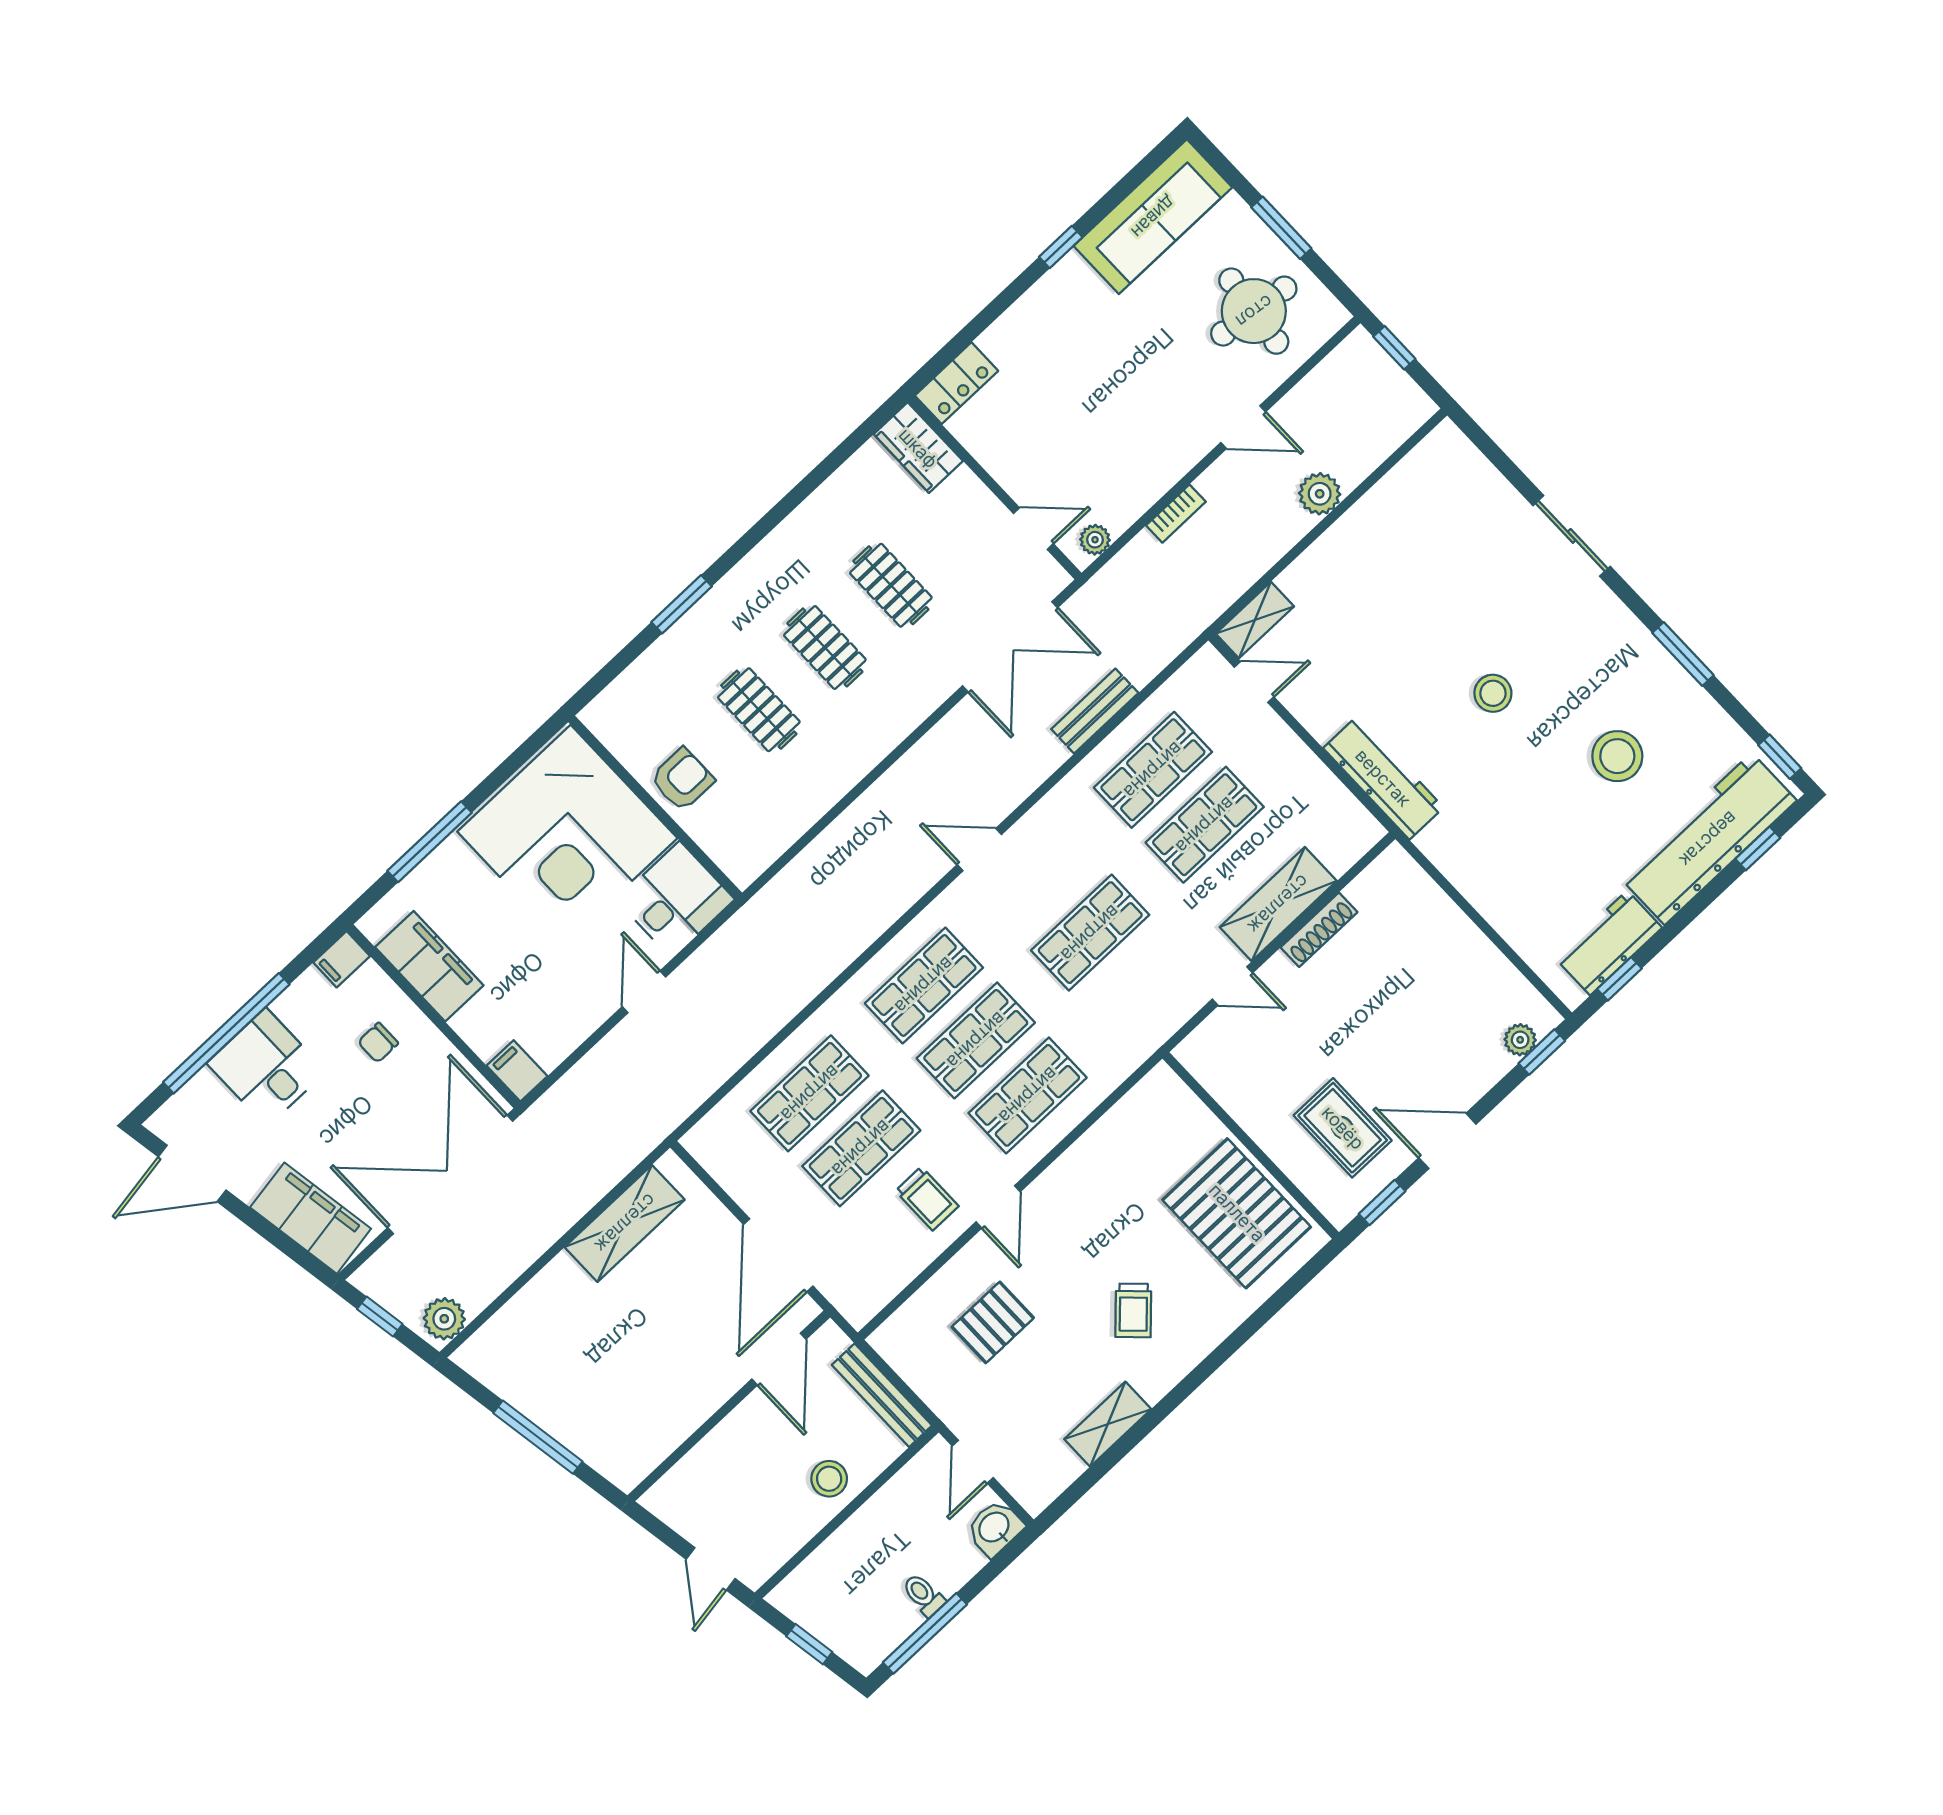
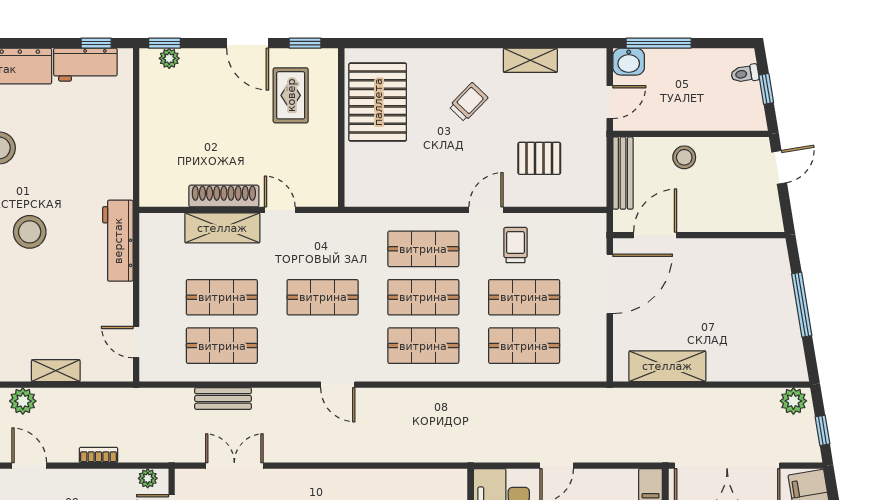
shelving: (1255, 620) -> (56, 371), moved
double door: (1010, 647) -> (234, 466), width x0.73
stool: (1493, 693) -> (30, 232), width x1.38, depth x1.38
shoe rack: (1319, 930) -> (224, 196), width x1.36, depth x1.24
toilet: (923, 1595) -> (745, 74), moved, turned 81
window: (925, 1633) -> (659, 43), moved

